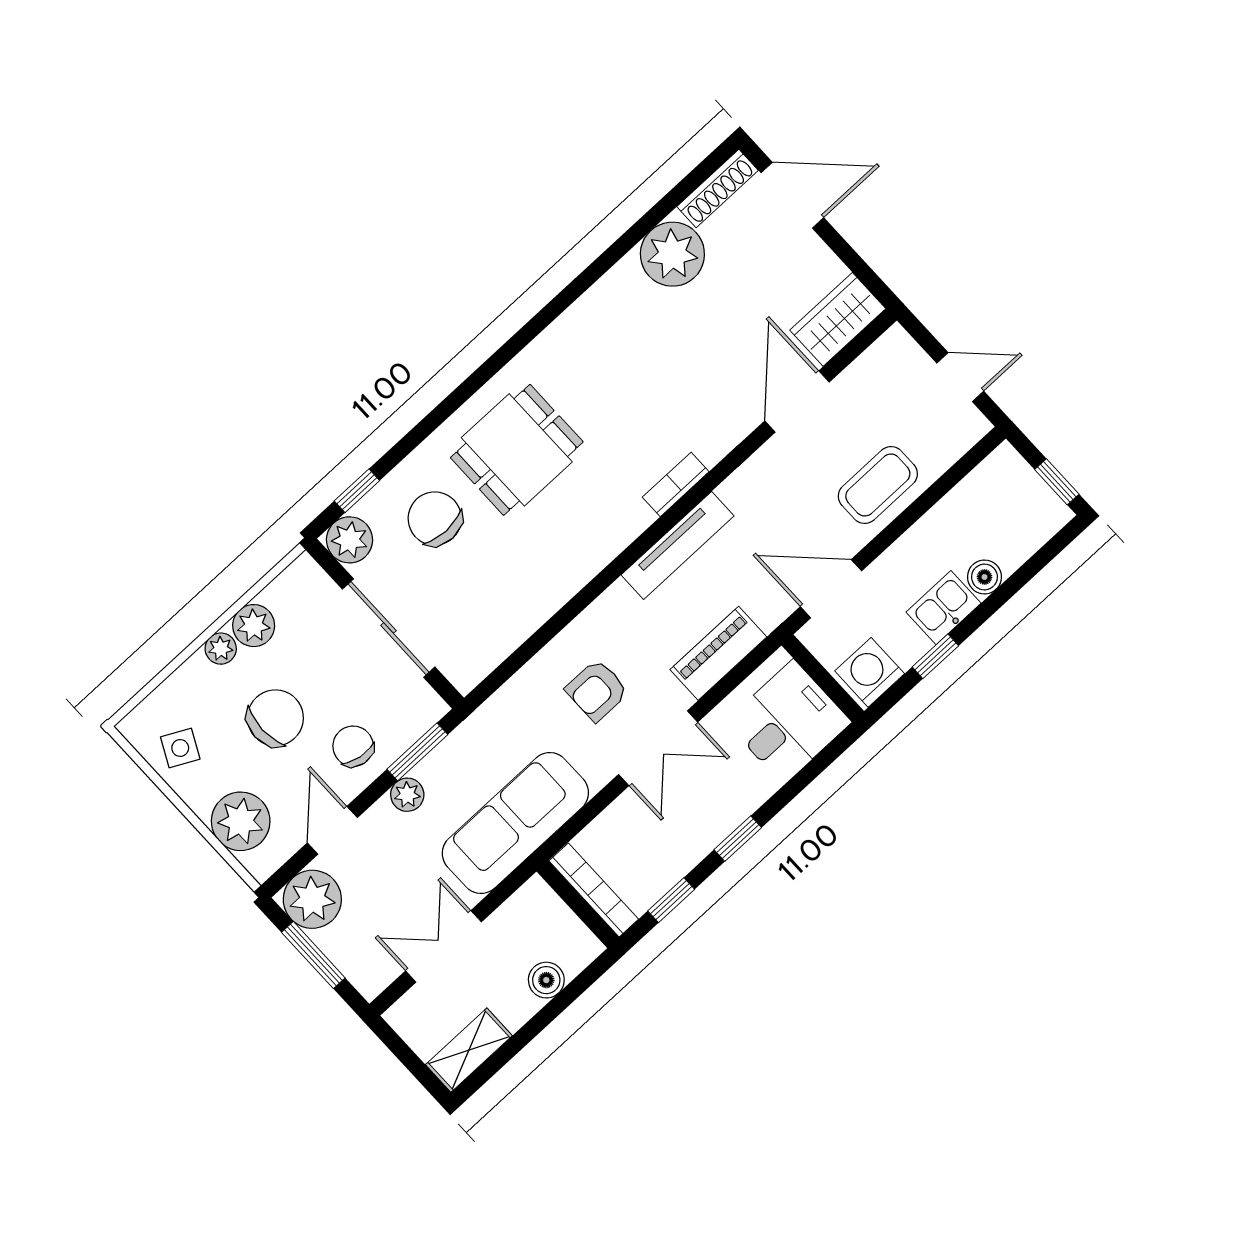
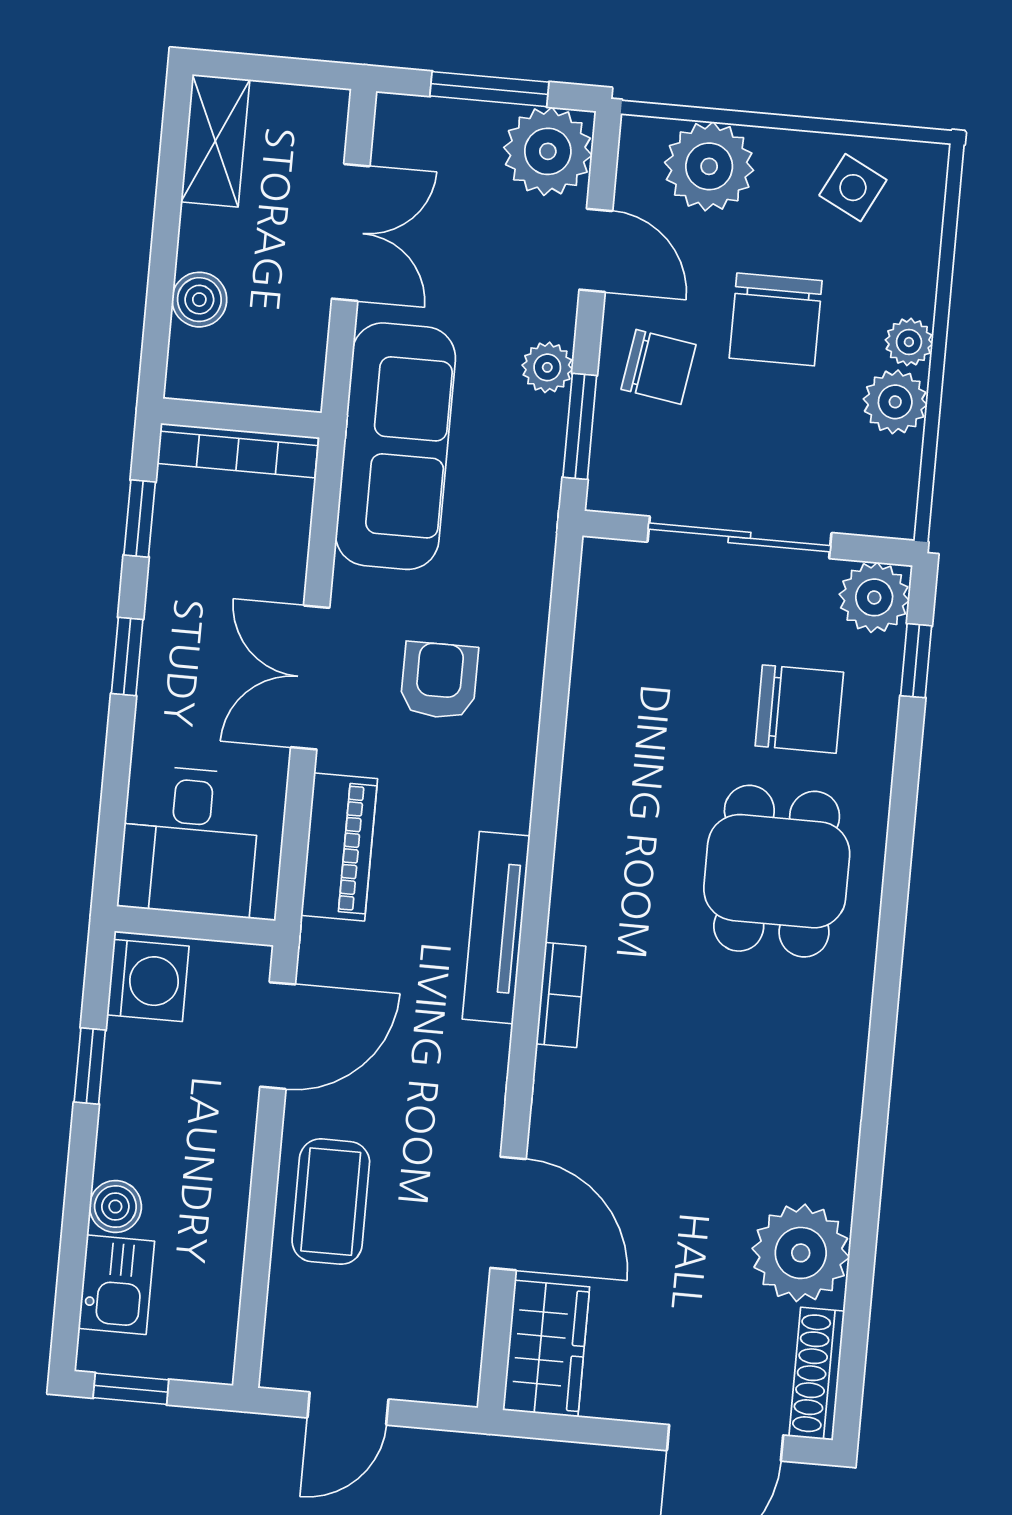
kitchen sink: (944, 608) -> (116, 1285), moved

